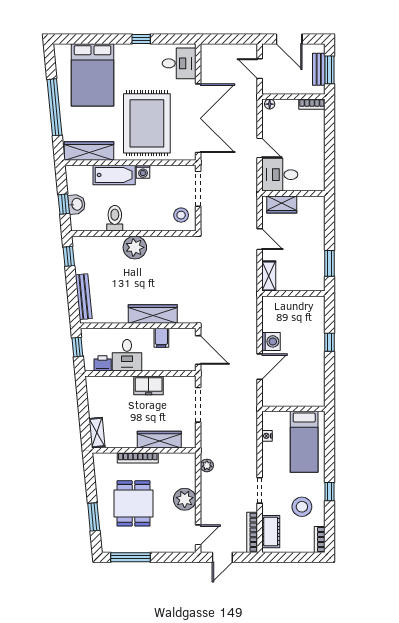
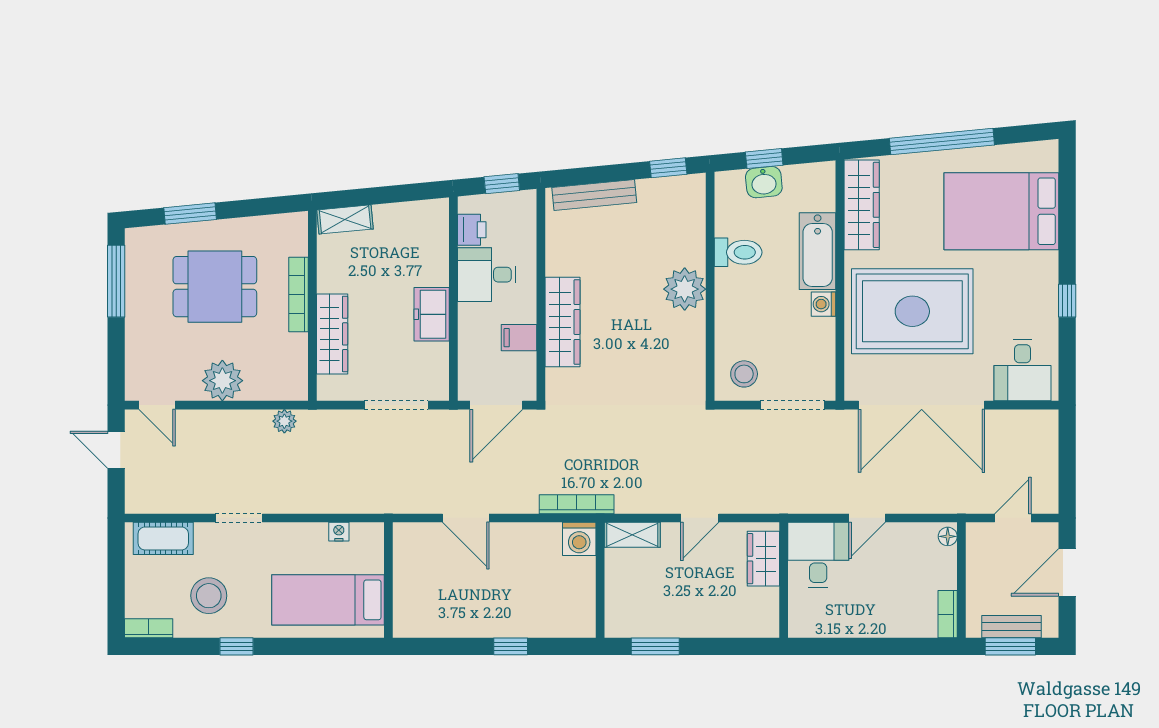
washing machine: (271, 341) -> (579, 539), moved
bookcase: (252, 532) -> (577, 504), moved

